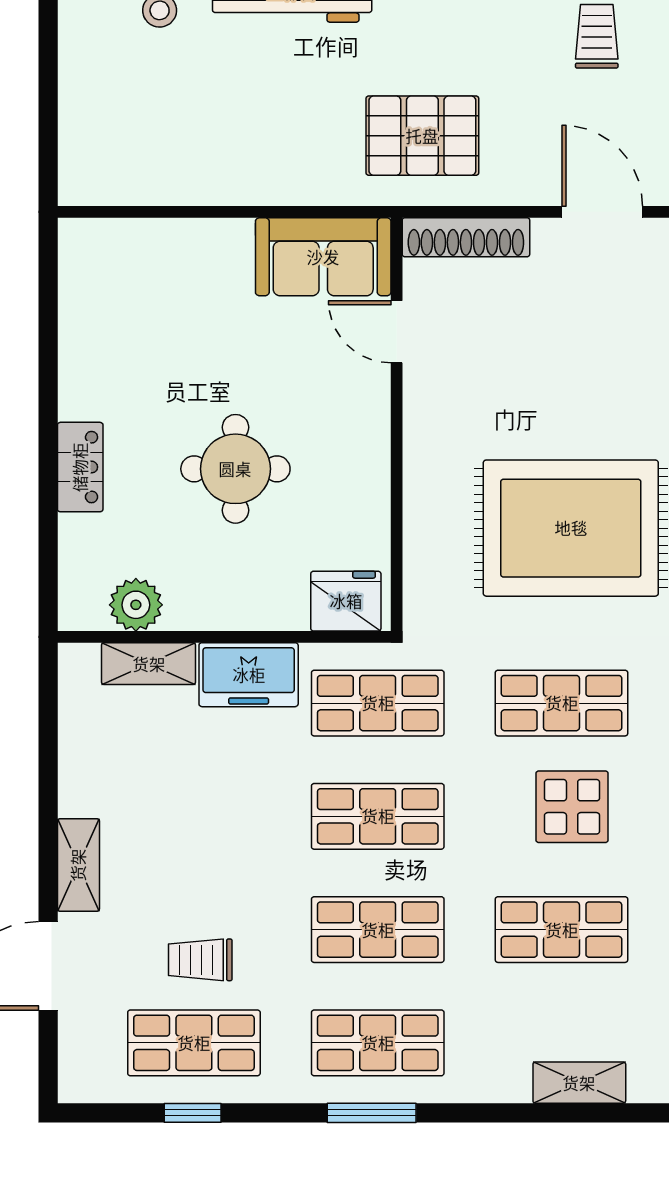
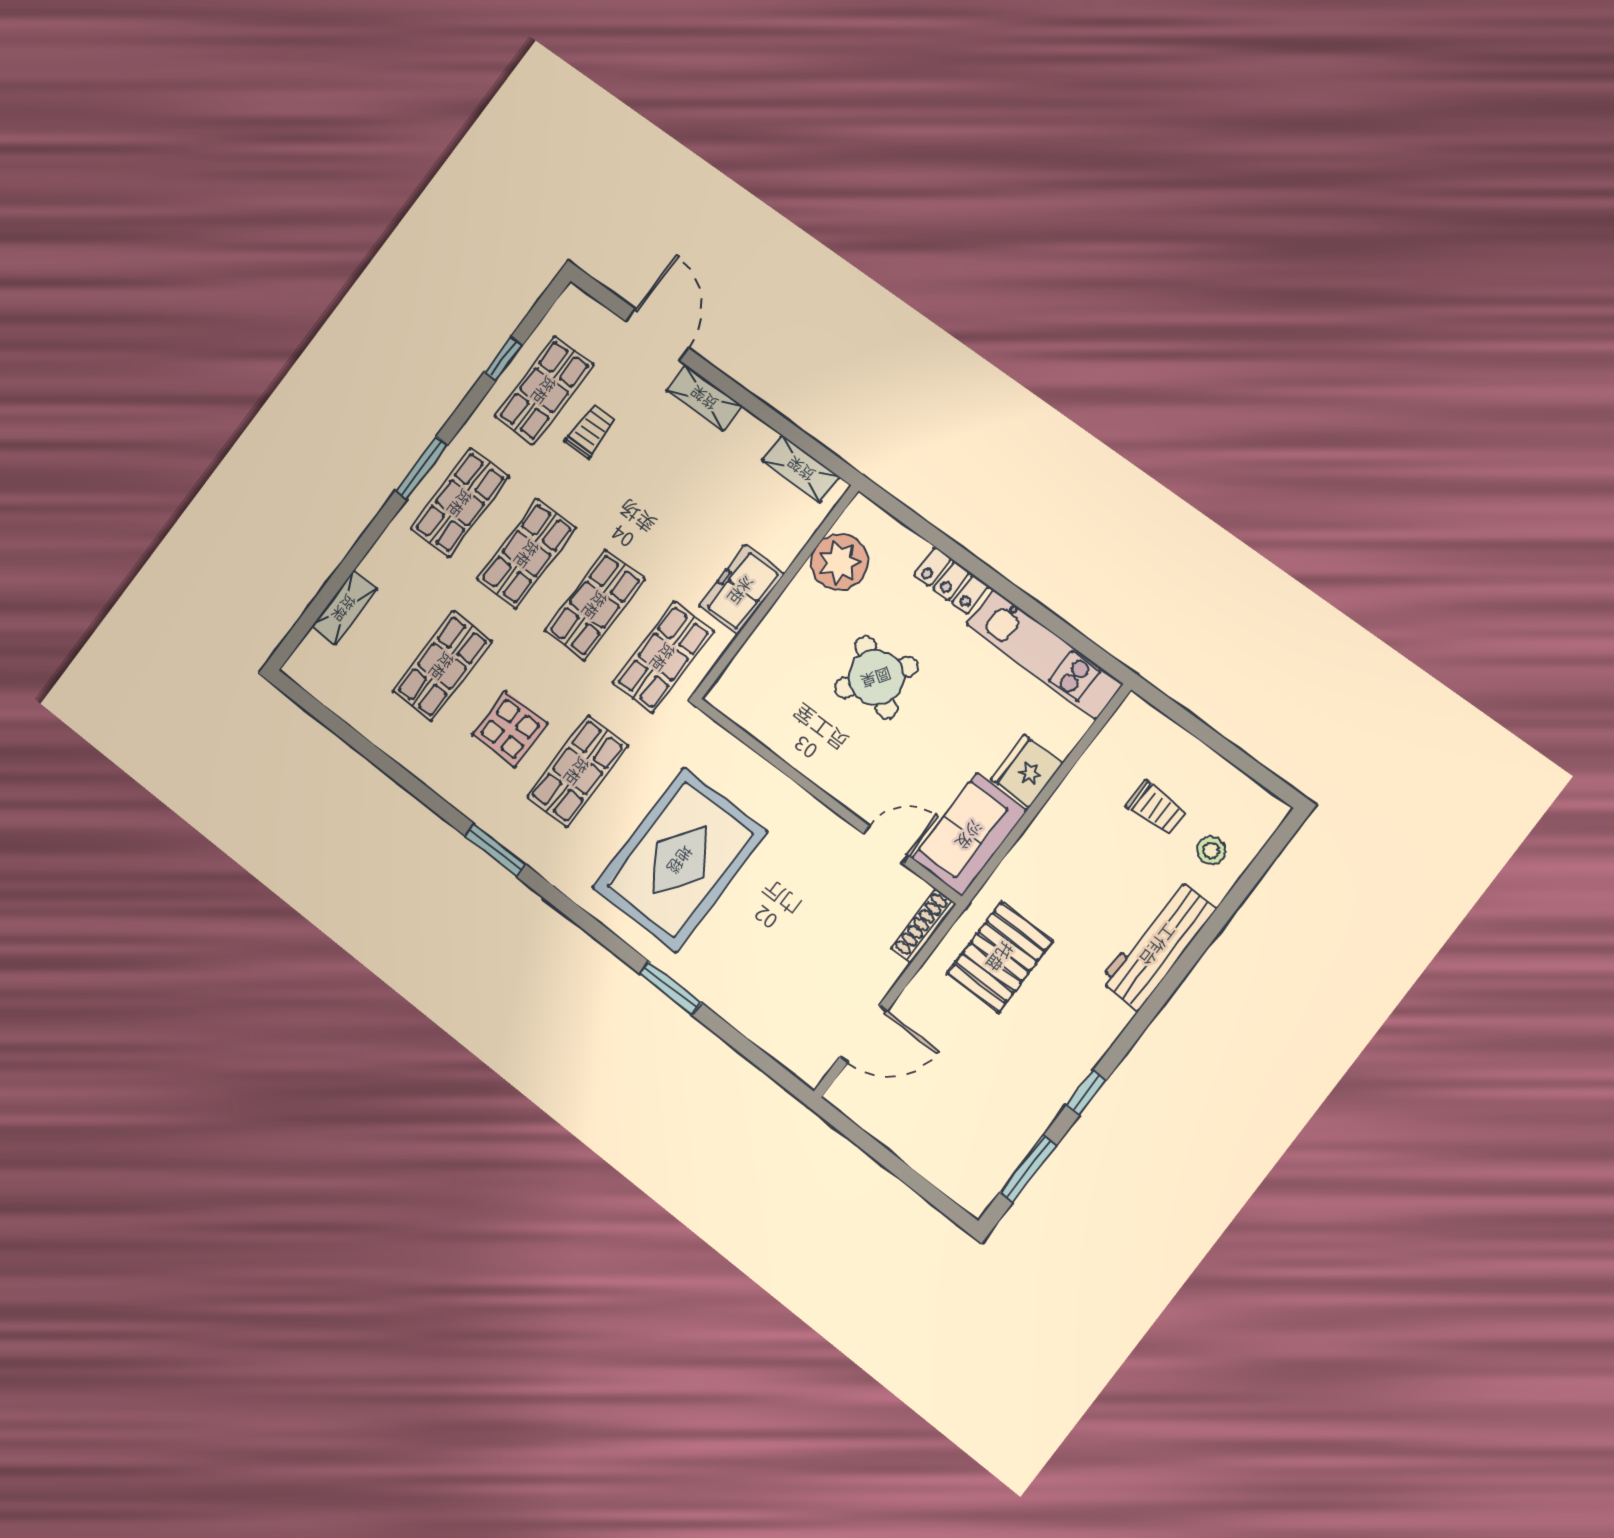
trolley: (597, 36) -> (1156, 808), moved
shoe rack: (466, 237) -> (924, 926), width x0.74, depth x0.81
kitchen unit: (86, 318) -> (1044, 654), added
round table: (235, 469) -> (876, 678), turned 34
fridge: (346, 601) -> (1027, 771), moved, turned 180
plant: (136, 605) -> (839, 562), width x1.36, depth x1.36
shelving: (149, 664) -> (801, 469), moved, turned 90

